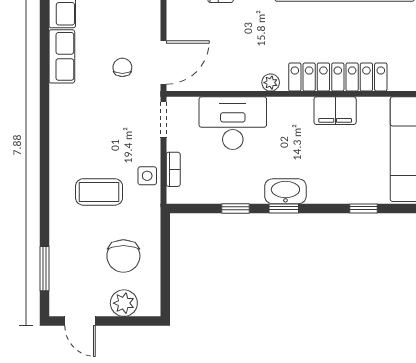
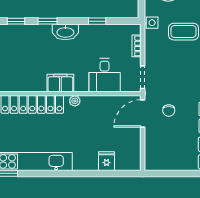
filing cabinet: (335, 111) -> (60, 83), moved
desk: (233, 123) -> (105, 75), width x0.73
side table: (147, 176) -> (152, 23), moved
window: (284, 208) -> (48, 21), moved

